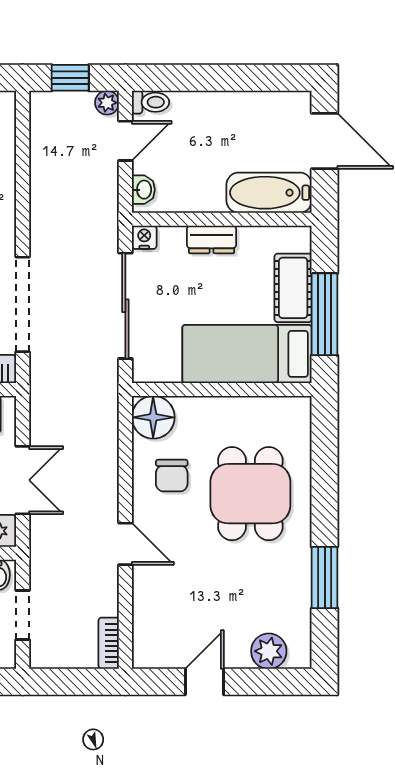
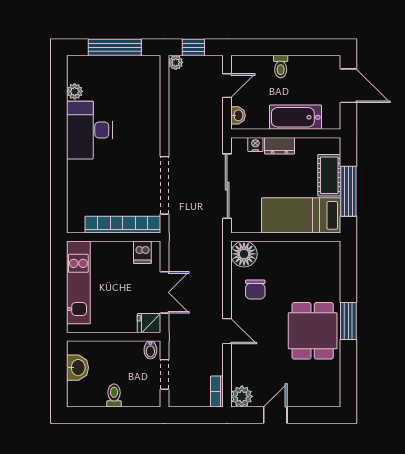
toilet: (151, 102) -> (281, 67), moved, turned 90
plant: (107, 103) -> (176, 62), moved
bathtub: (269, 193) -> (295, 117), moved
nightstand: (144, 237) -> (255, 144), moved
dining table: (250, 494) -> (313, 331), moved
window: (325, 578) -> (348, 321), moved
plant: (269, 651) -> (242, 396), moved

